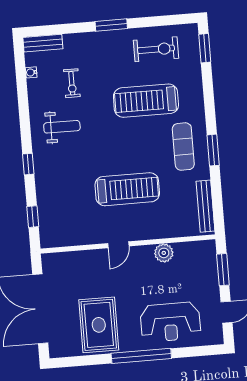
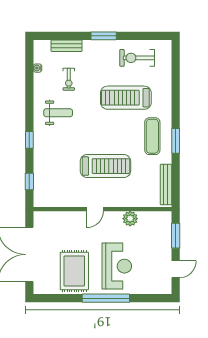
bench: (43, 43) -> (67, 46), moved
window: (205, 48) -> (176, 60), removed
exercise bike: (156, 49) -> (137, 58), turned 180
reception desk: (170, 322) -> (117, 266), moved, turned -90

